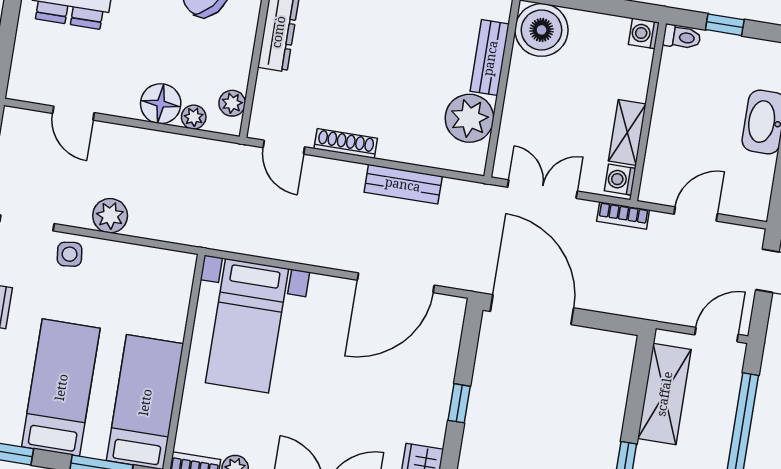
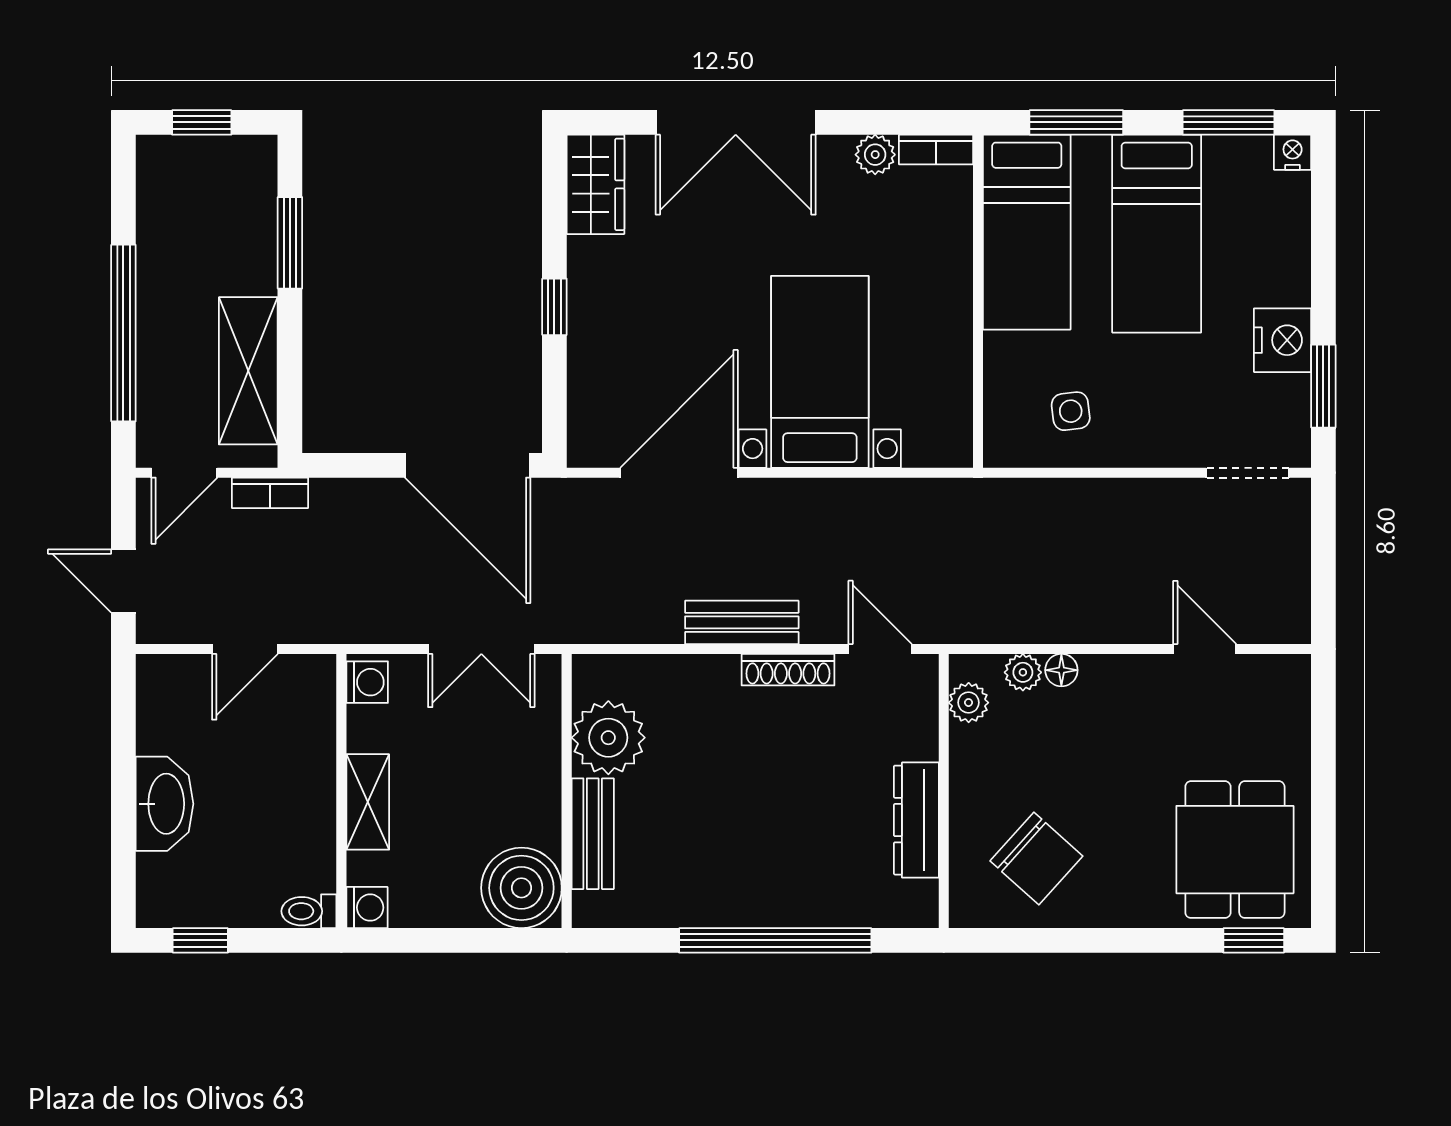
window: (725, 25) -> (200, 940), moved
floor lamp: (161, 104) -> (1061, 670), width x0.53, depth x0.53
shelving: (627, 133) -> (368, 802), moved
bench: (403, 184) -> (742, 622), moved
plant: (110, 216) -> (1125, 504), removed
bookcase: (623, 216) -> (270, 493), moved, turned 180
side table: (70, 254) -> (1071, 411), moved
bed with nightstands: (247, 326) -> (820, 372), moved

